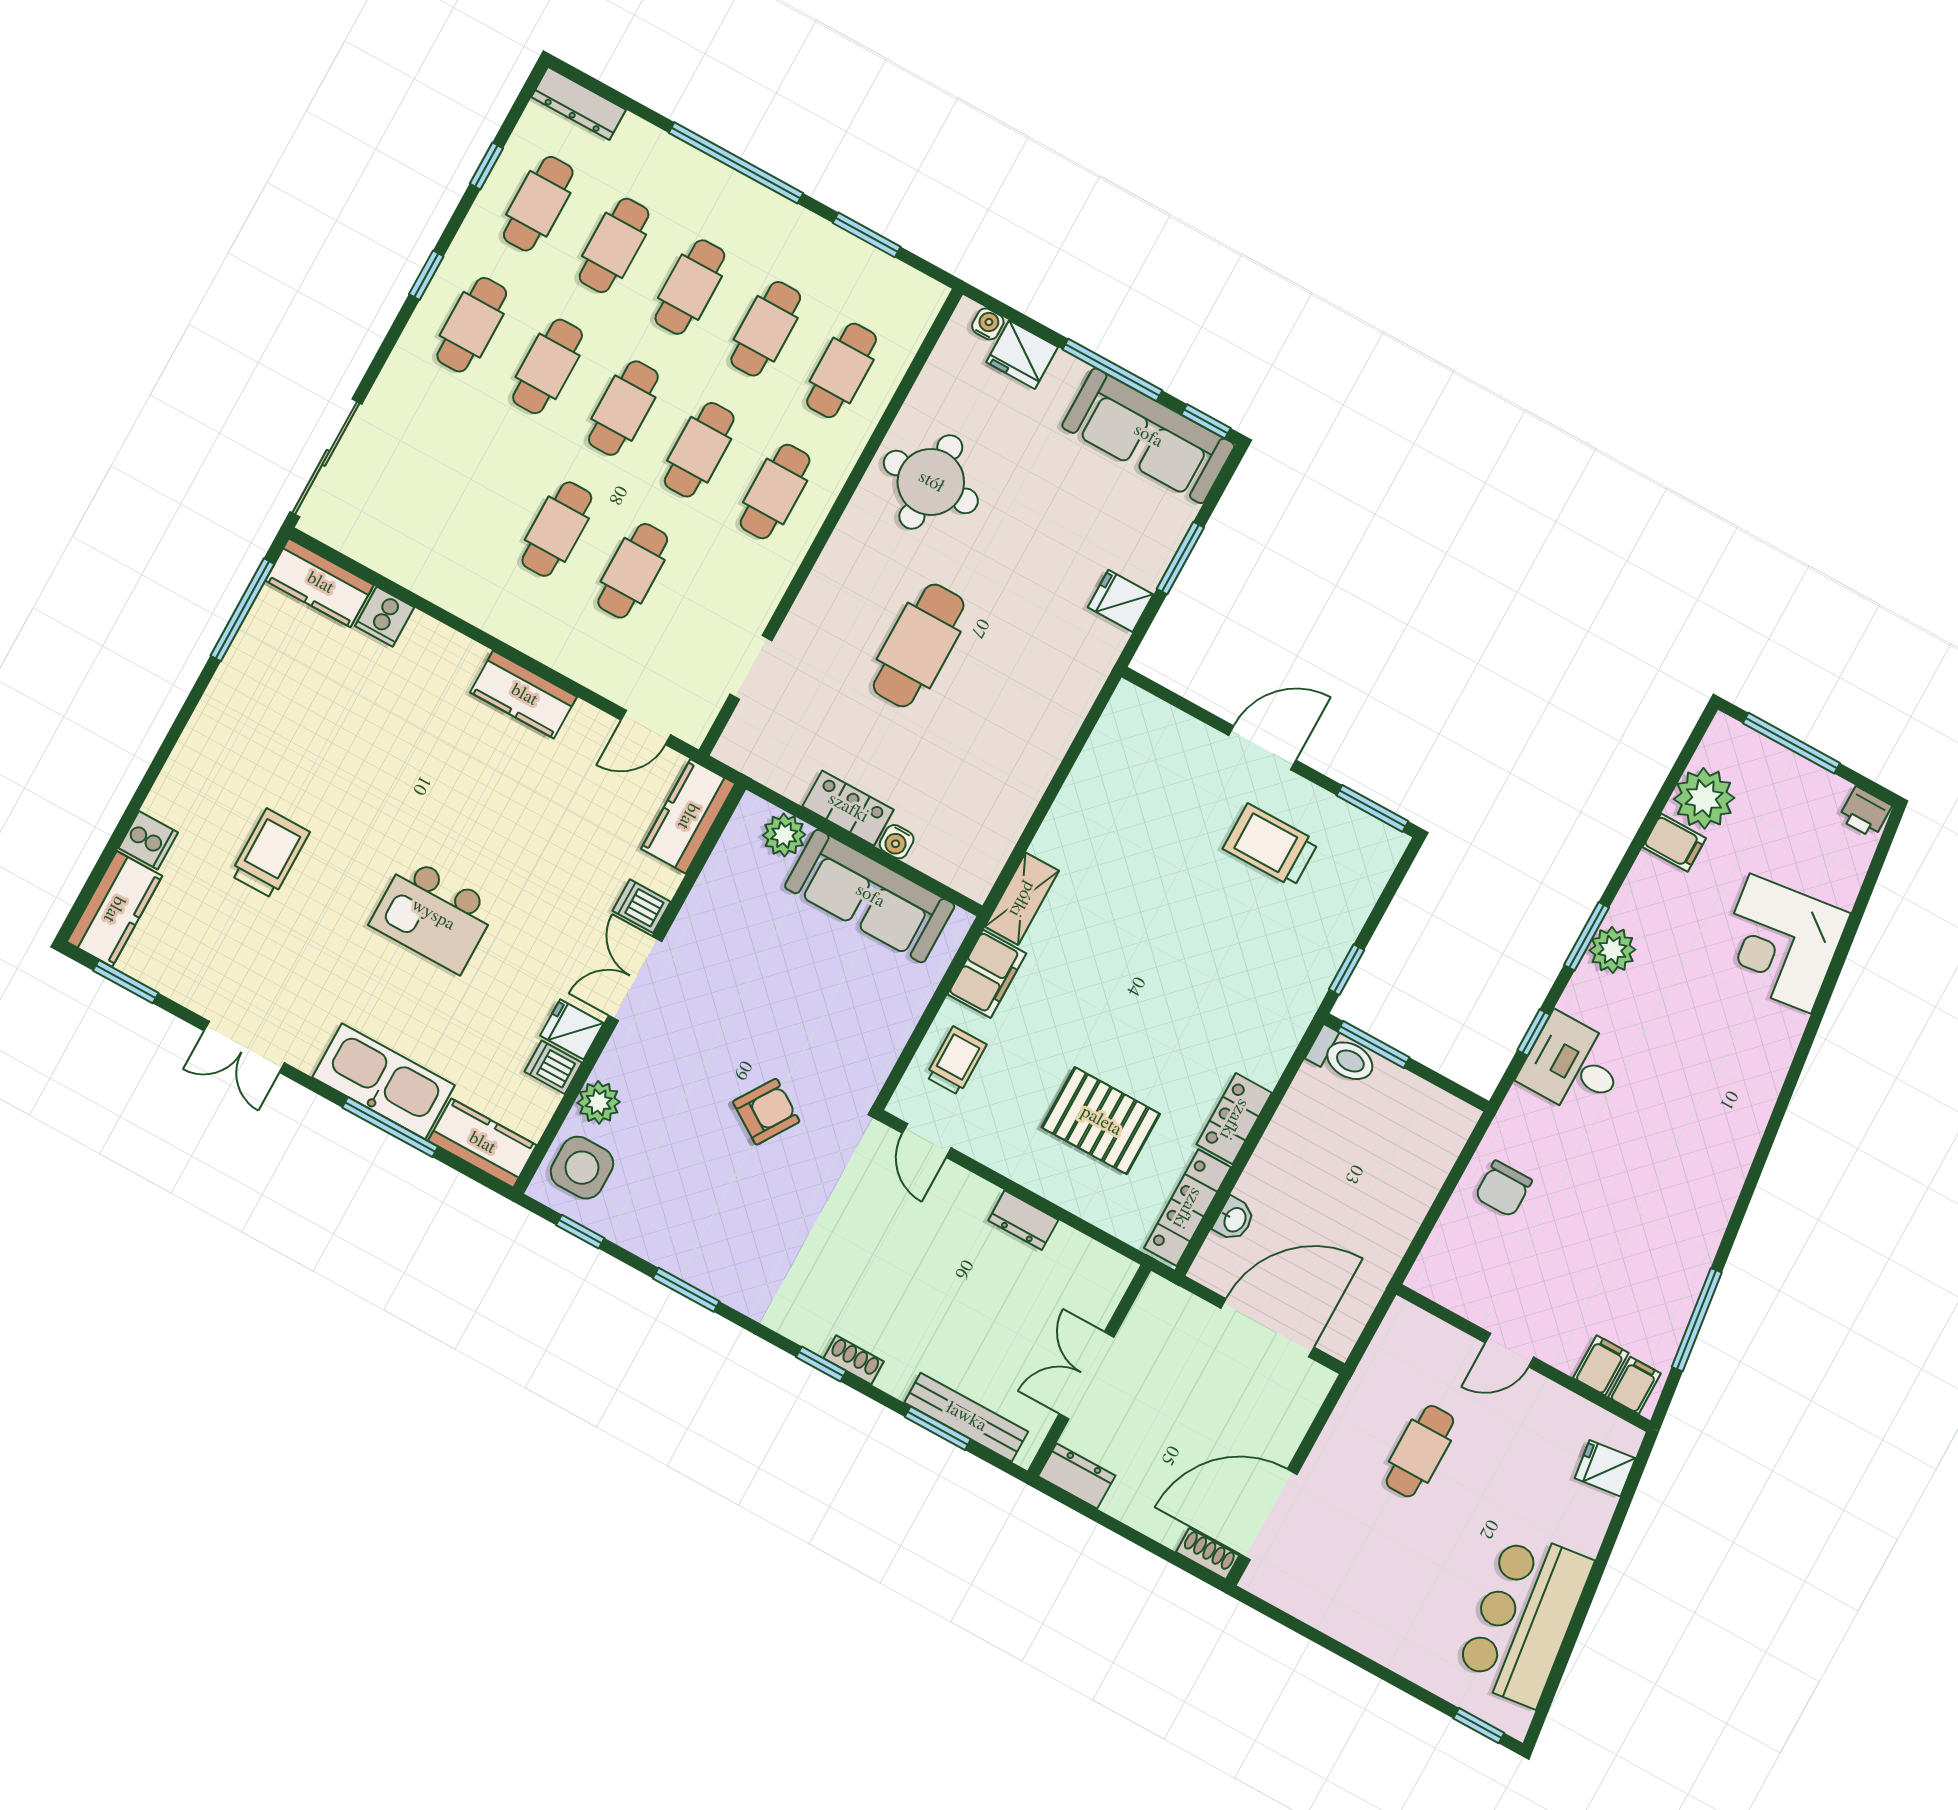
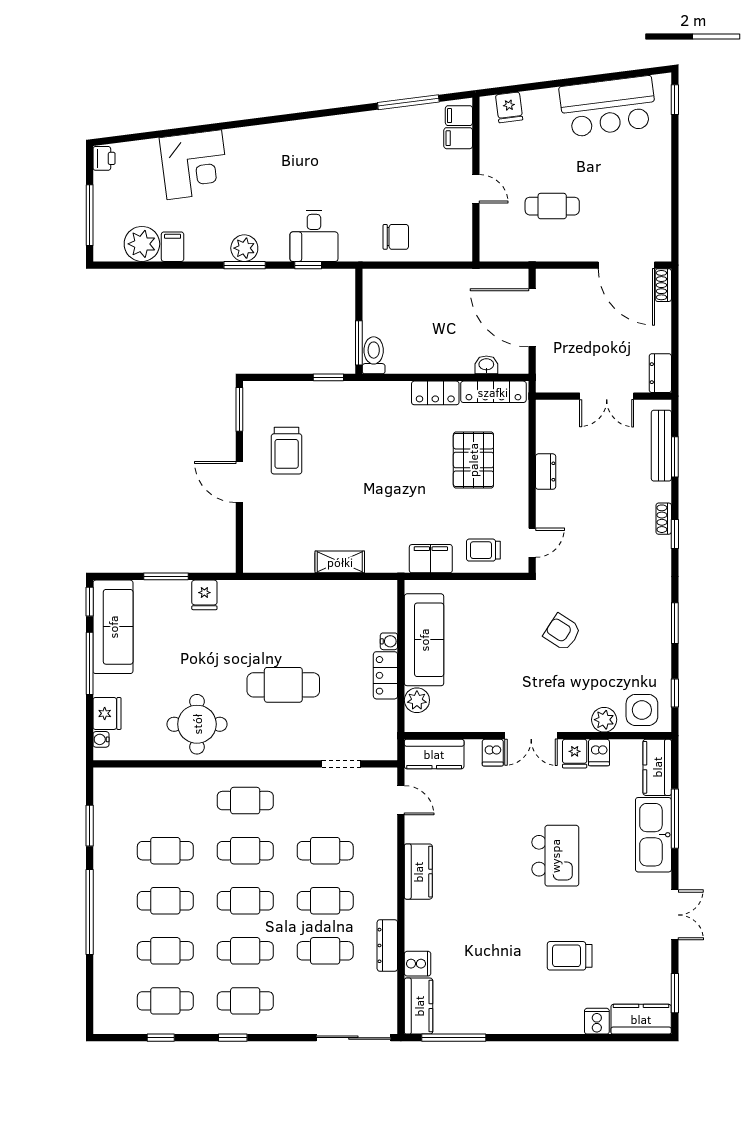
dresser: (579, 103) -> (387, 945), moved, turned 180
cafe table: (842, 370) -> (325, 951), moved
shelving: (1022, 899) -> (340, 562), moved

